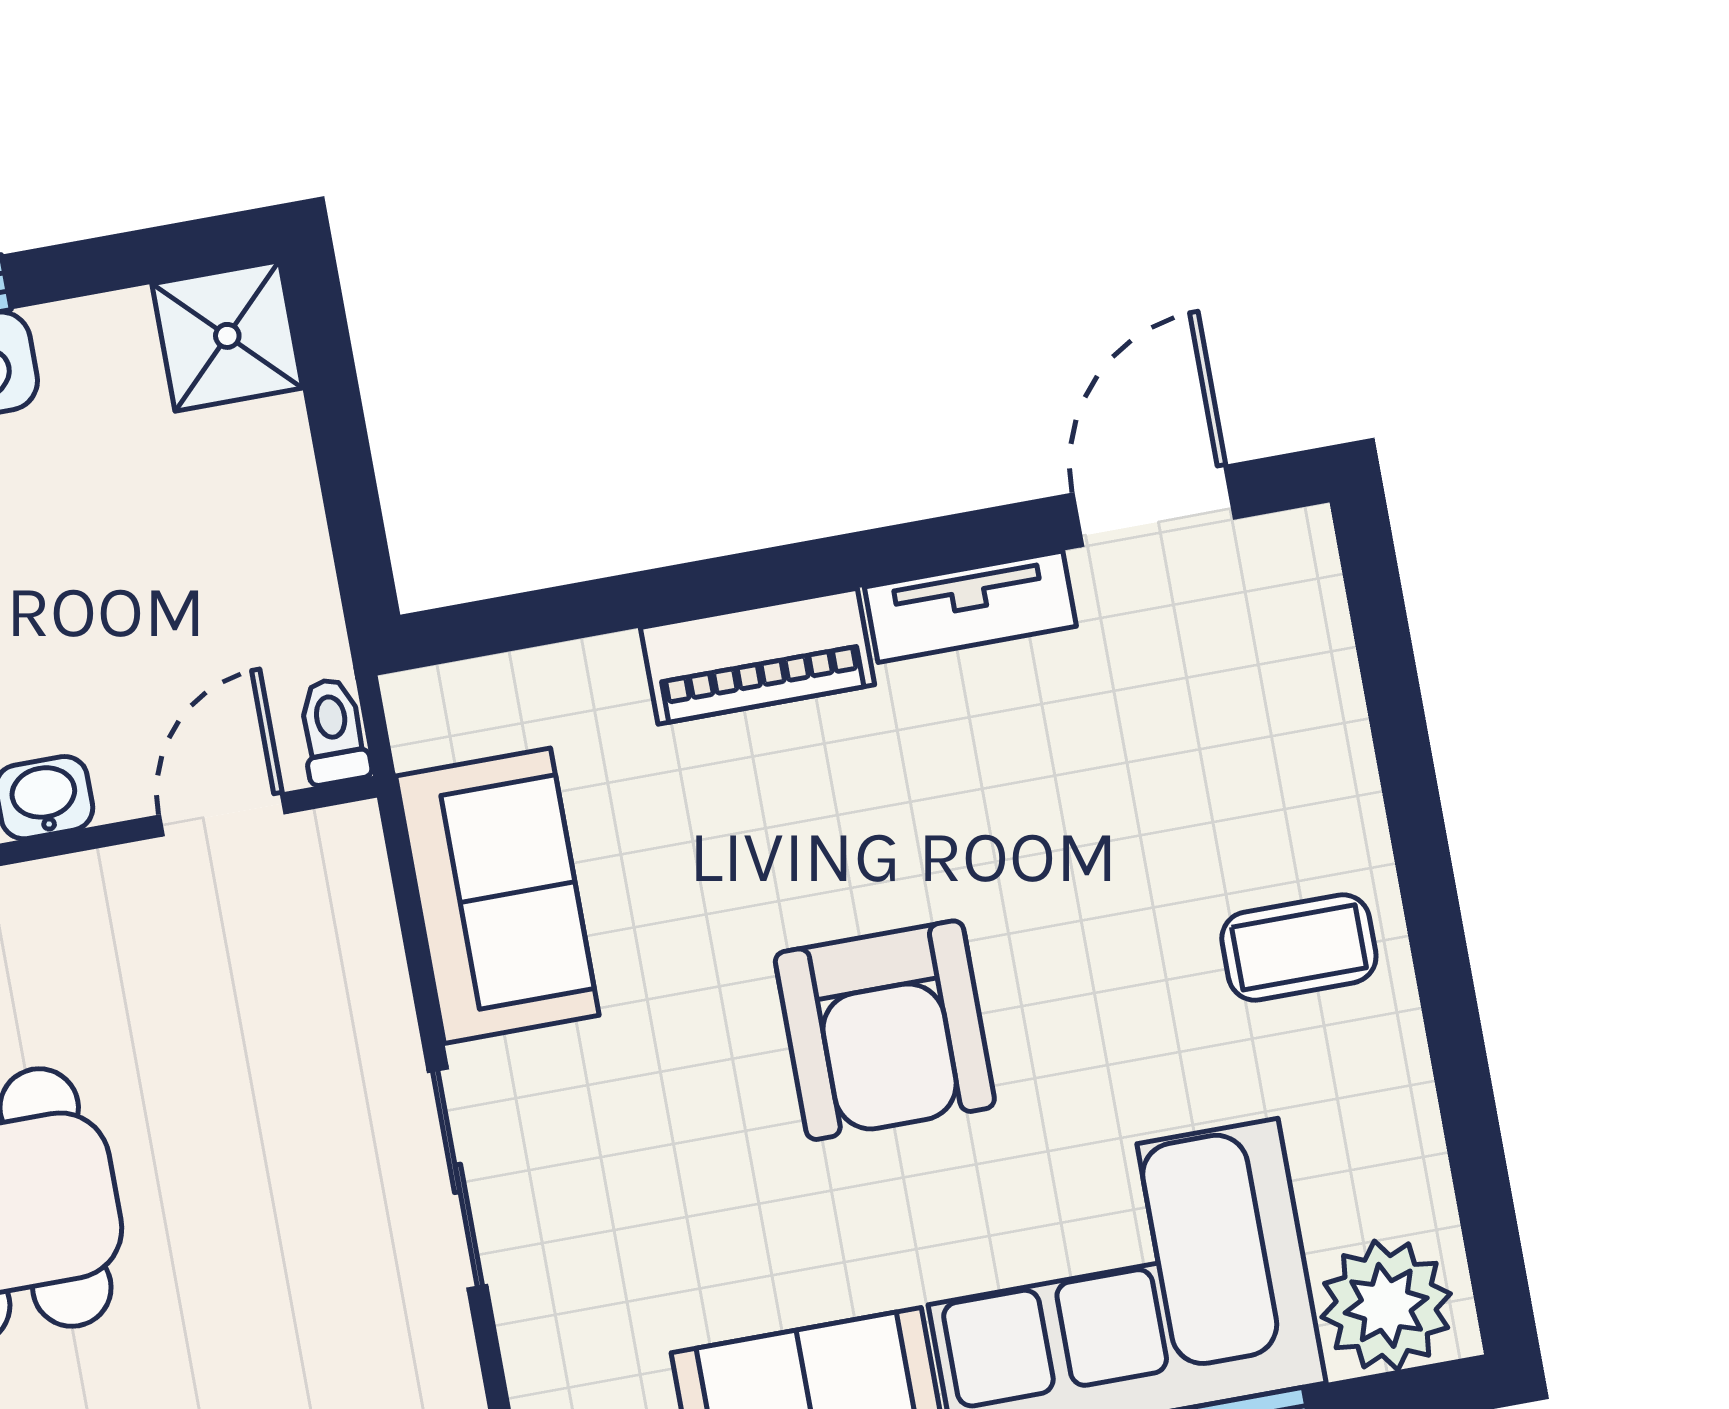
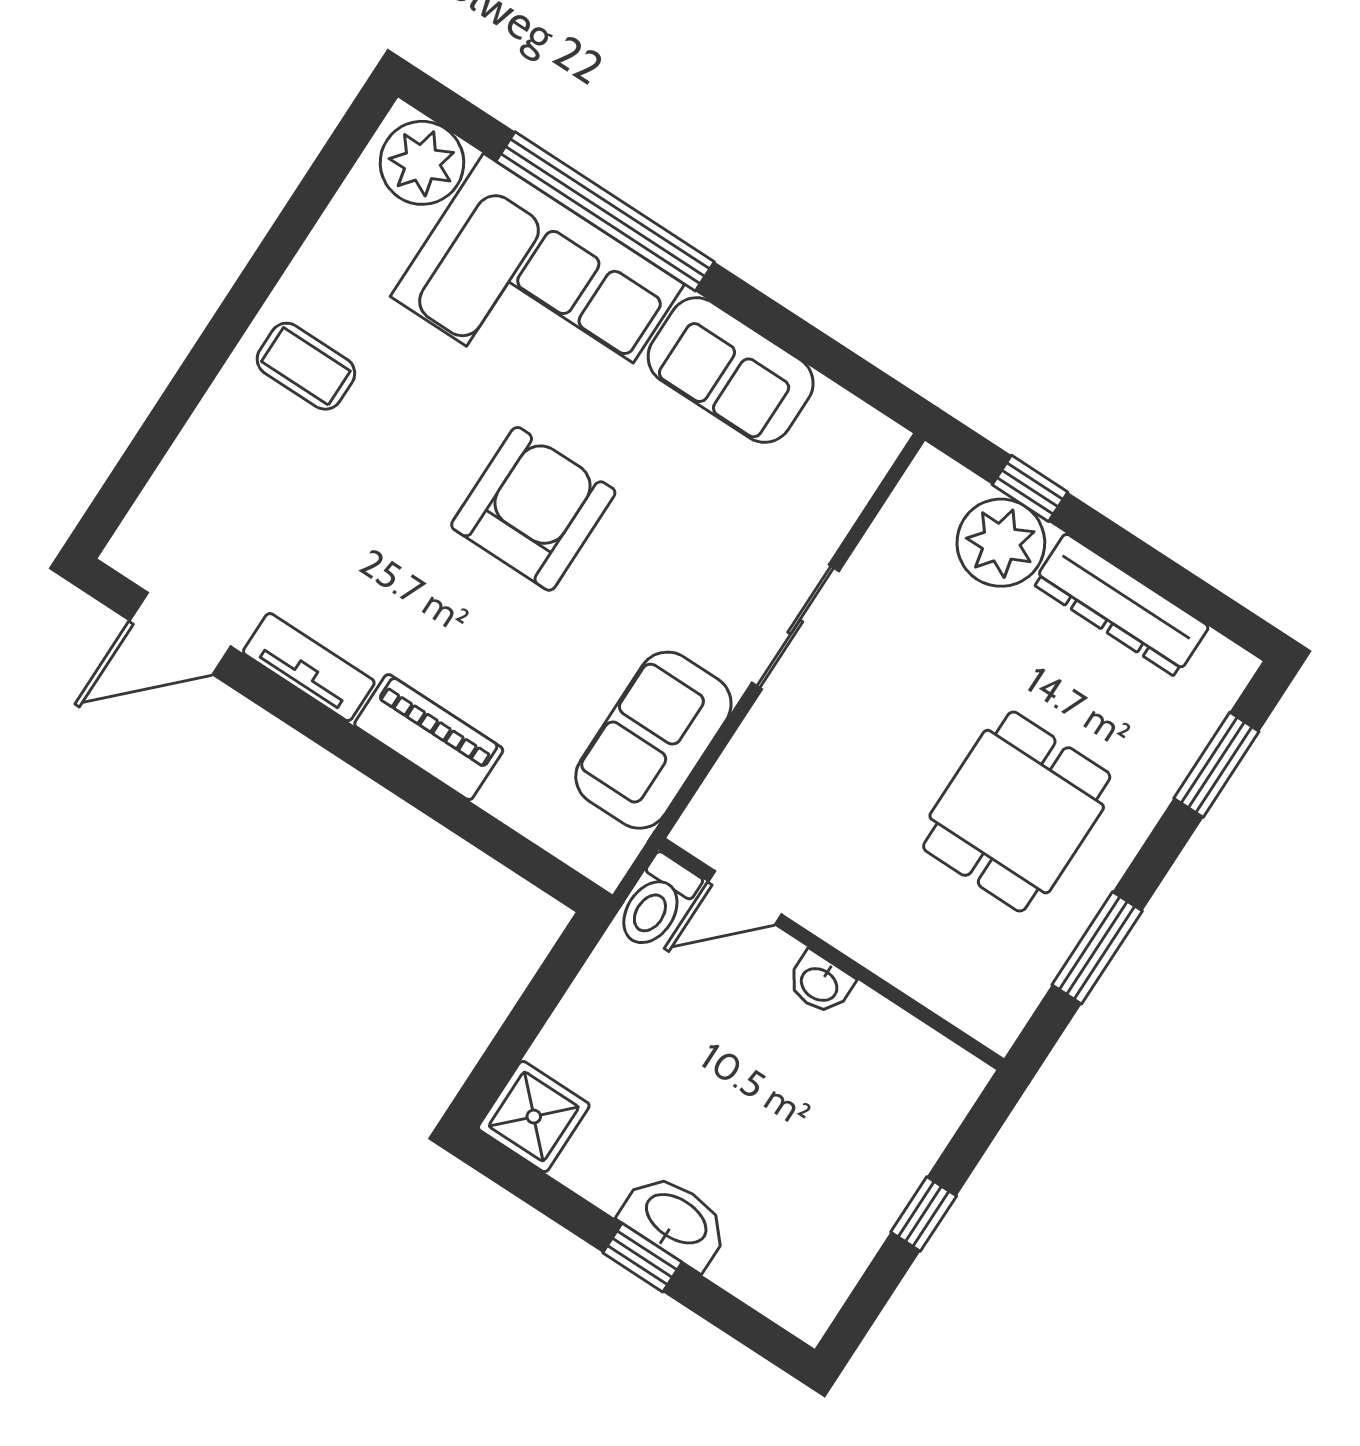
toilet: (333, 731) -> (657, 902), width x1.37, depth x1.39

